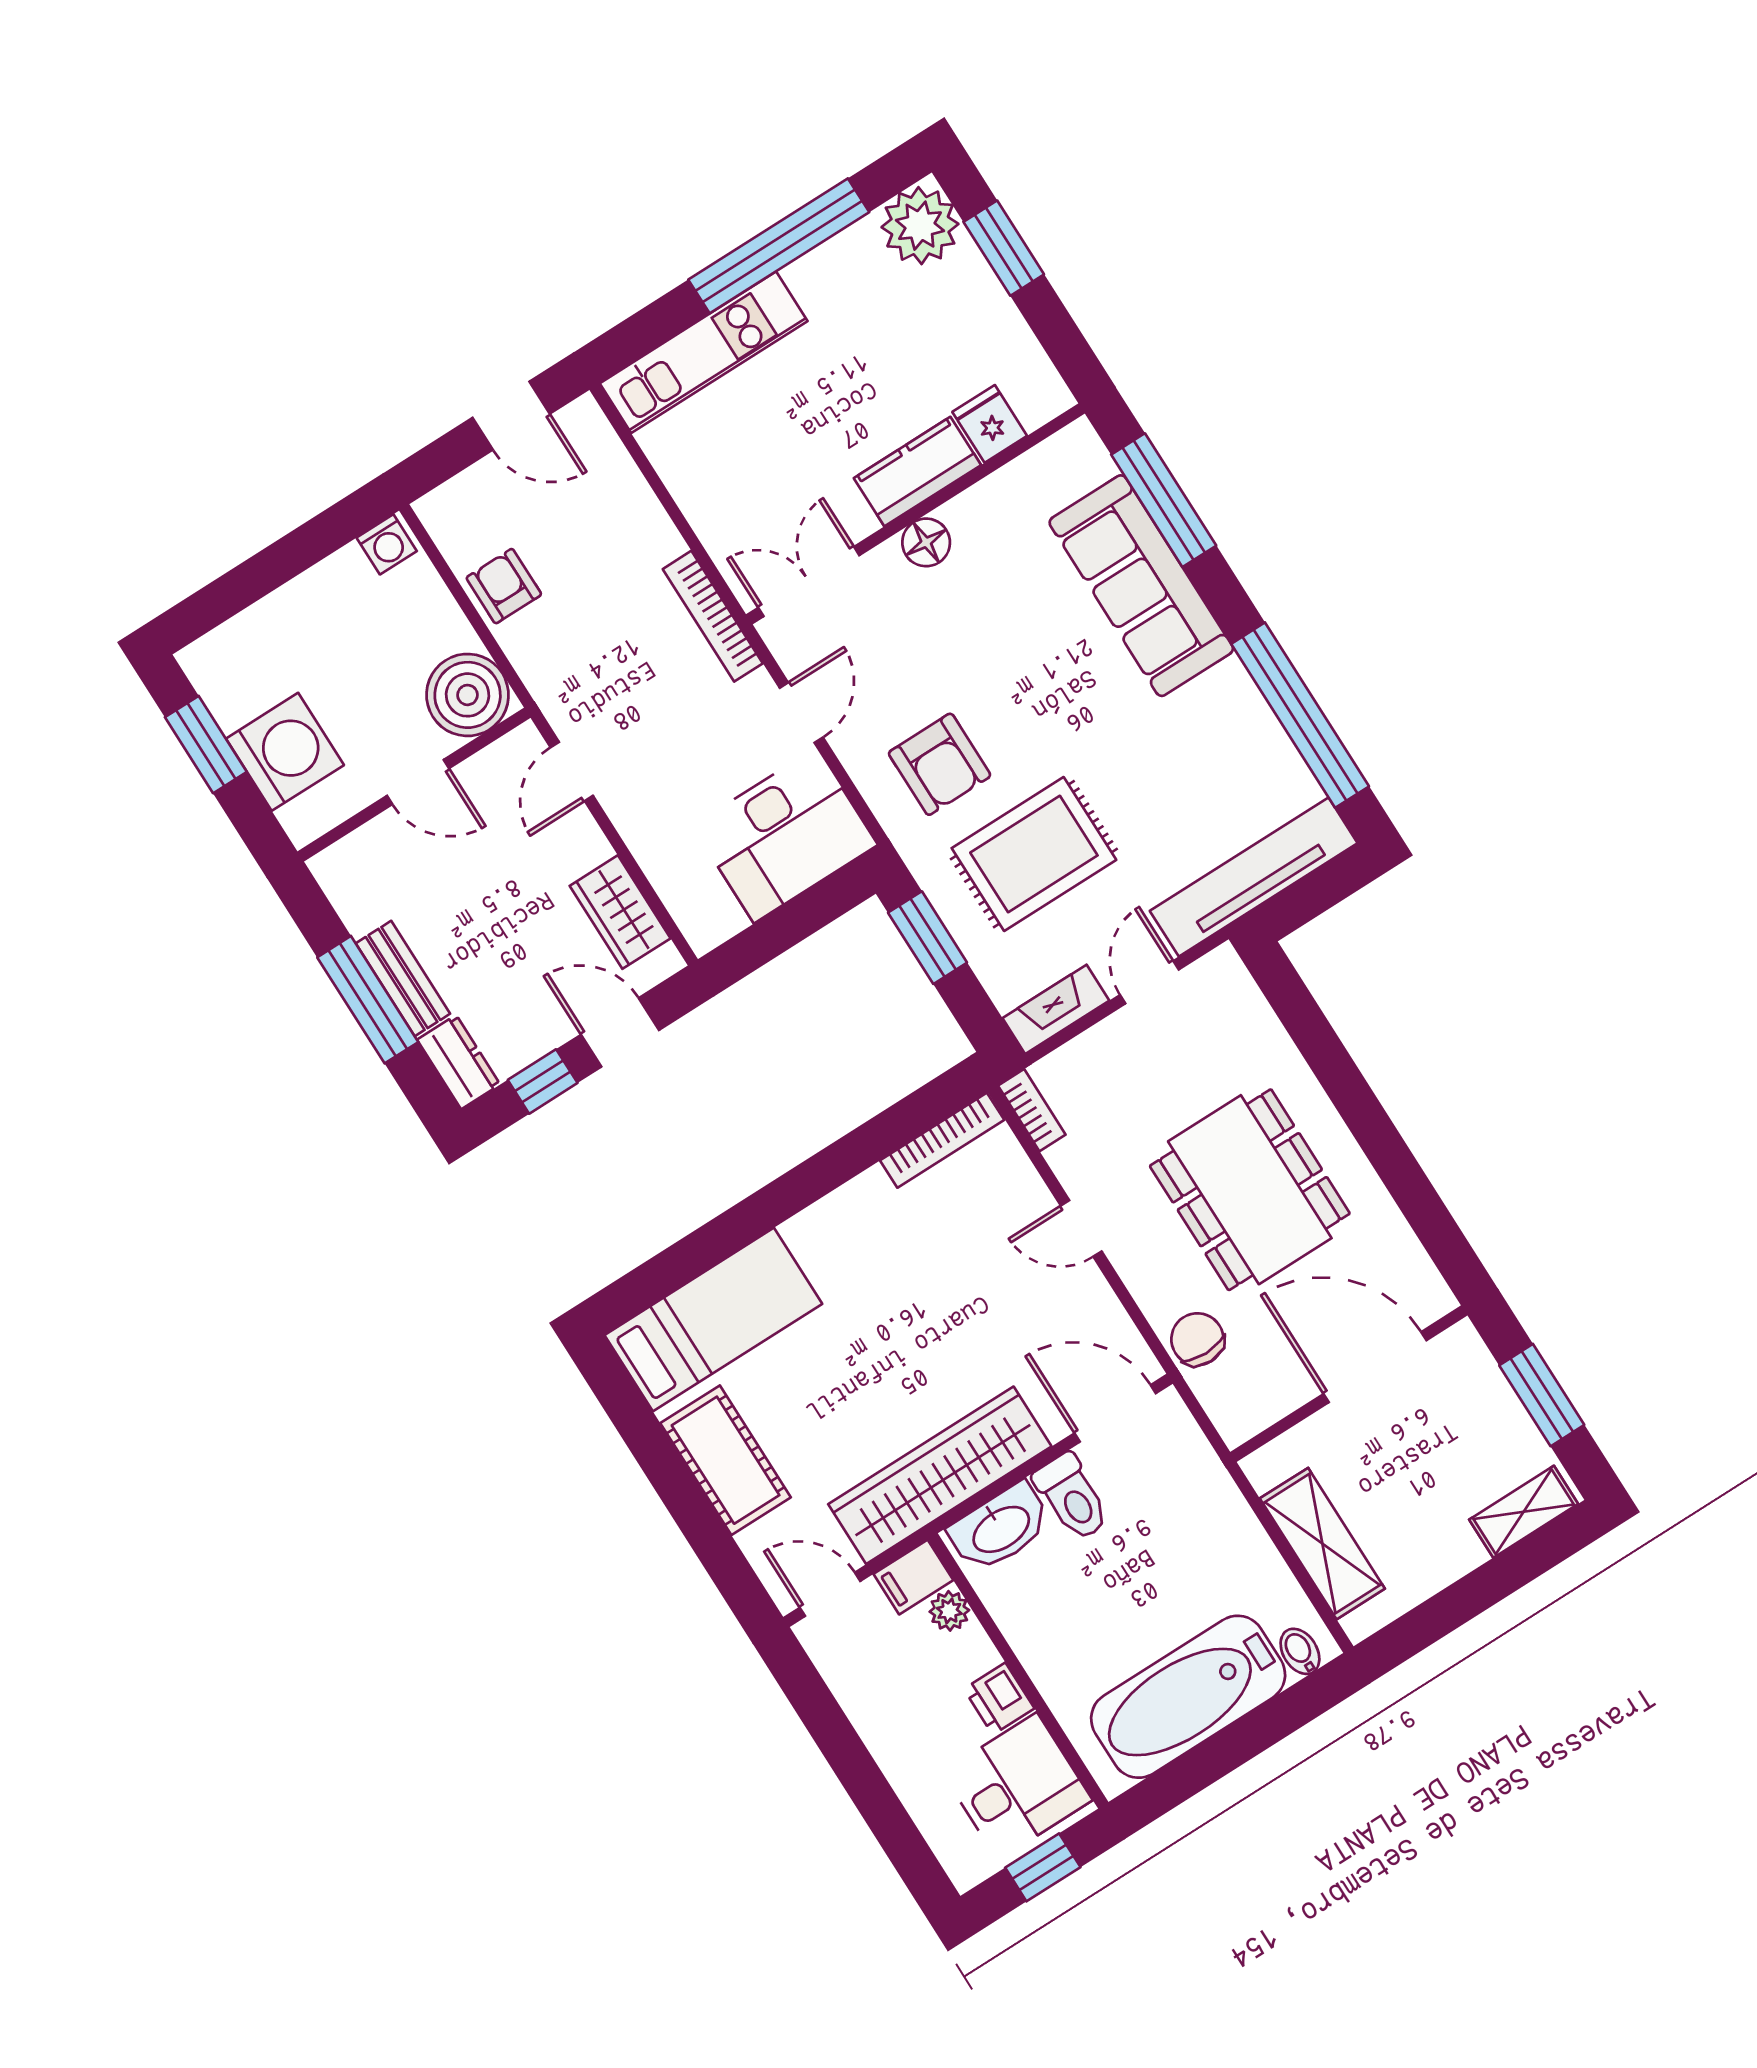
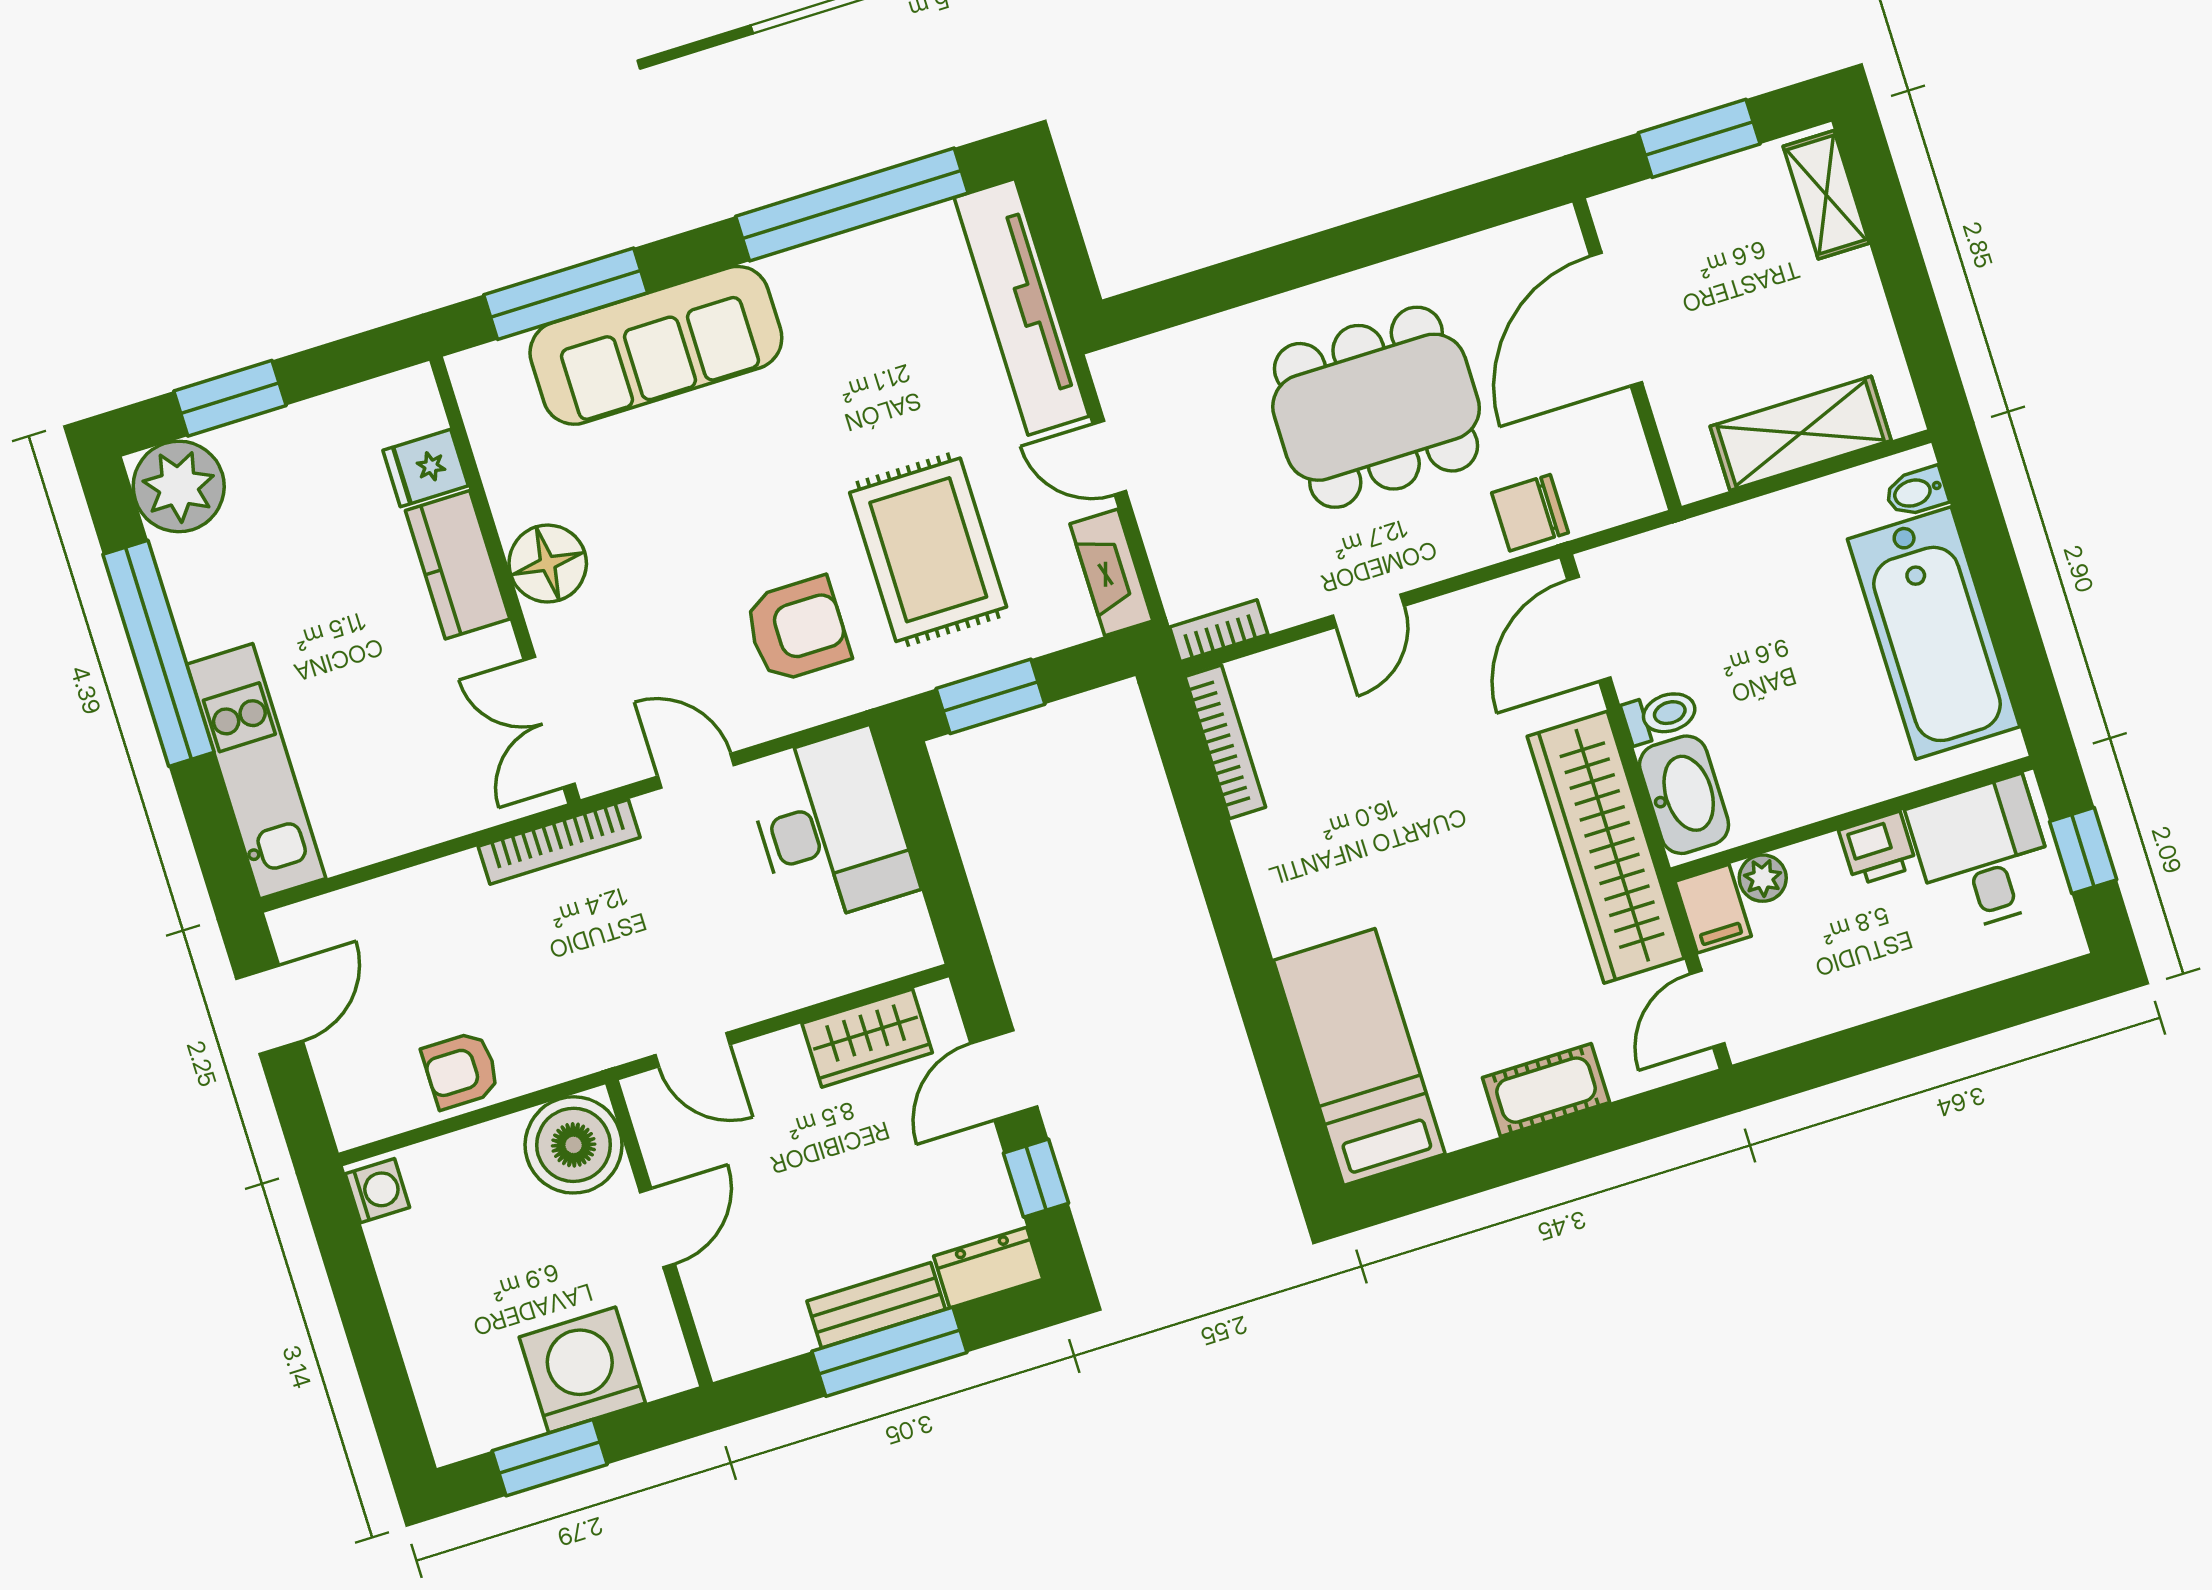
floor lamp: (926, 542) -> (548, 564), width x1.38, depth x1.38
cot: (726, 1460) -> (1546, 1090), width x0.73, depth x0.75
toilet: (1072, 1497) -> (1660, 716), width x0.73, depth x0.72

